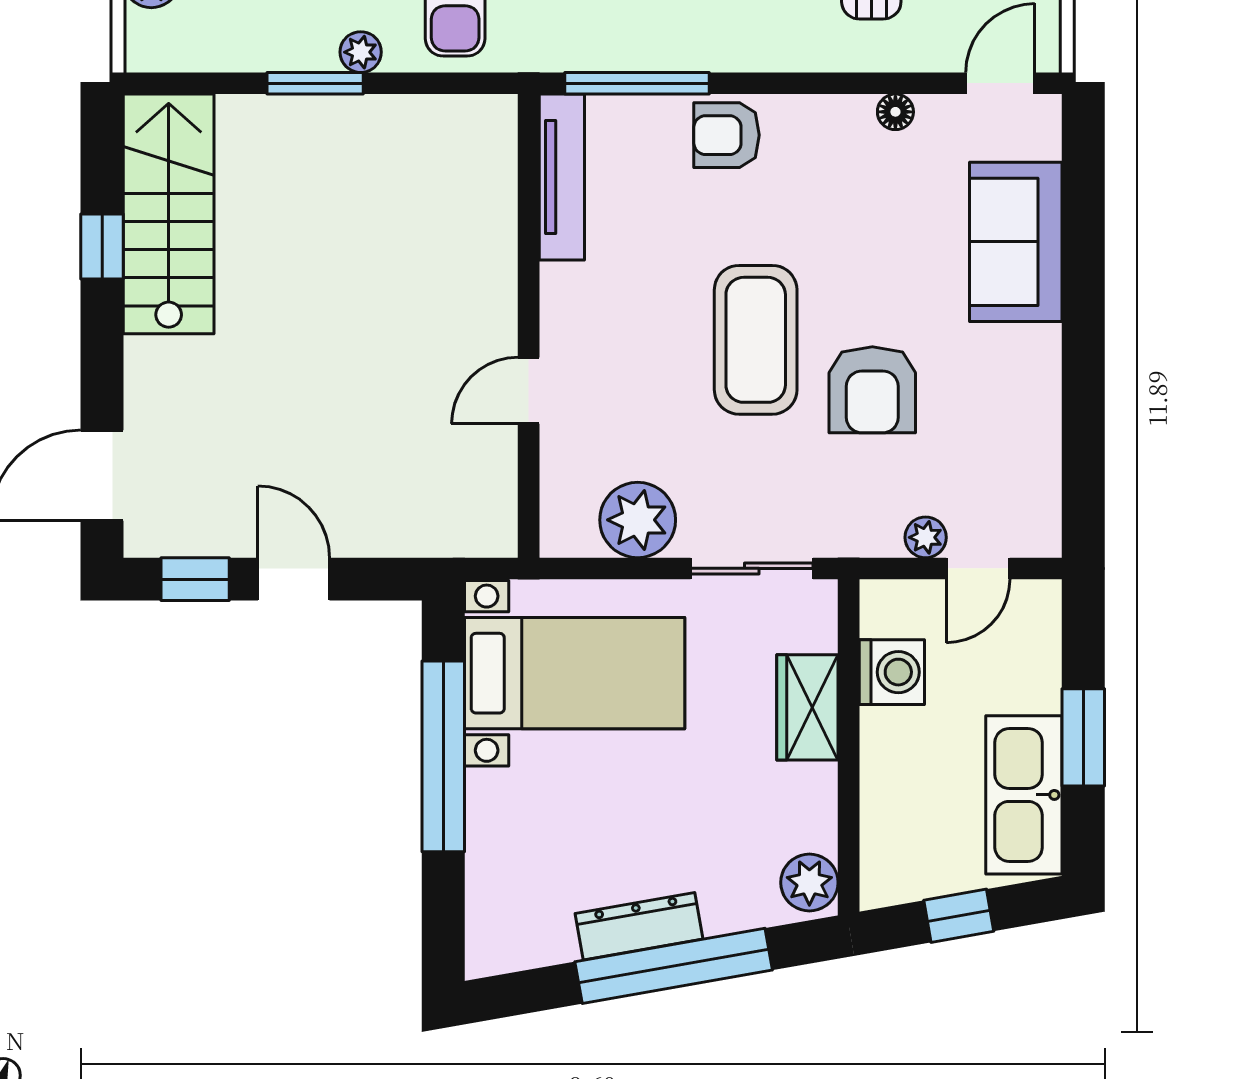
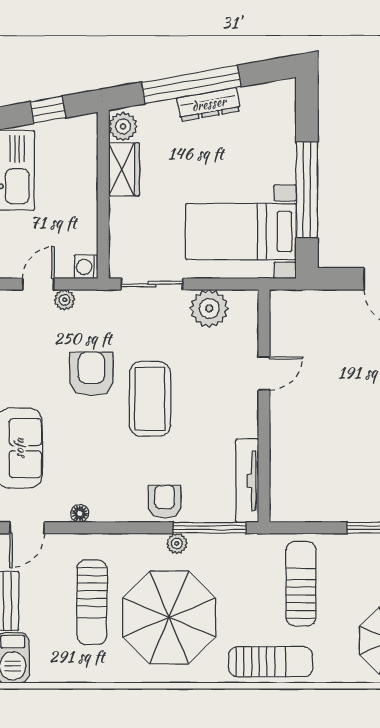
plant: (361, 52) -> (177, 543), moved
armchair: (727, 135) -> (165, 502), turned -90
washing machine: (892, 672) -> (86, 267), moved, width x0.73, depth x0.73
wardrobe: (807, 707) -> (124, 169), moved

